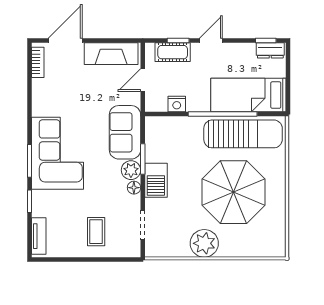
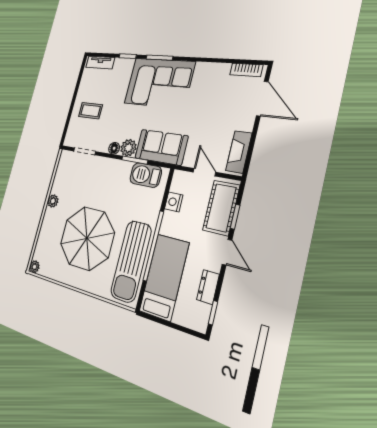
dresser: (270, 50) -> (208, 287), moved
cot: (173, 52) -> (221, 208), width x1.37, depth x1.34
fireplace: (111, 54) -> (239, 152), width x0.73, depth x0.76
barbecue: (156, 180) -> (146, 175), moved
plant: (204, 243) -> (53, 201), width x0.53, depth x0.53
plant: (279, 250) -> (34, 267), added

